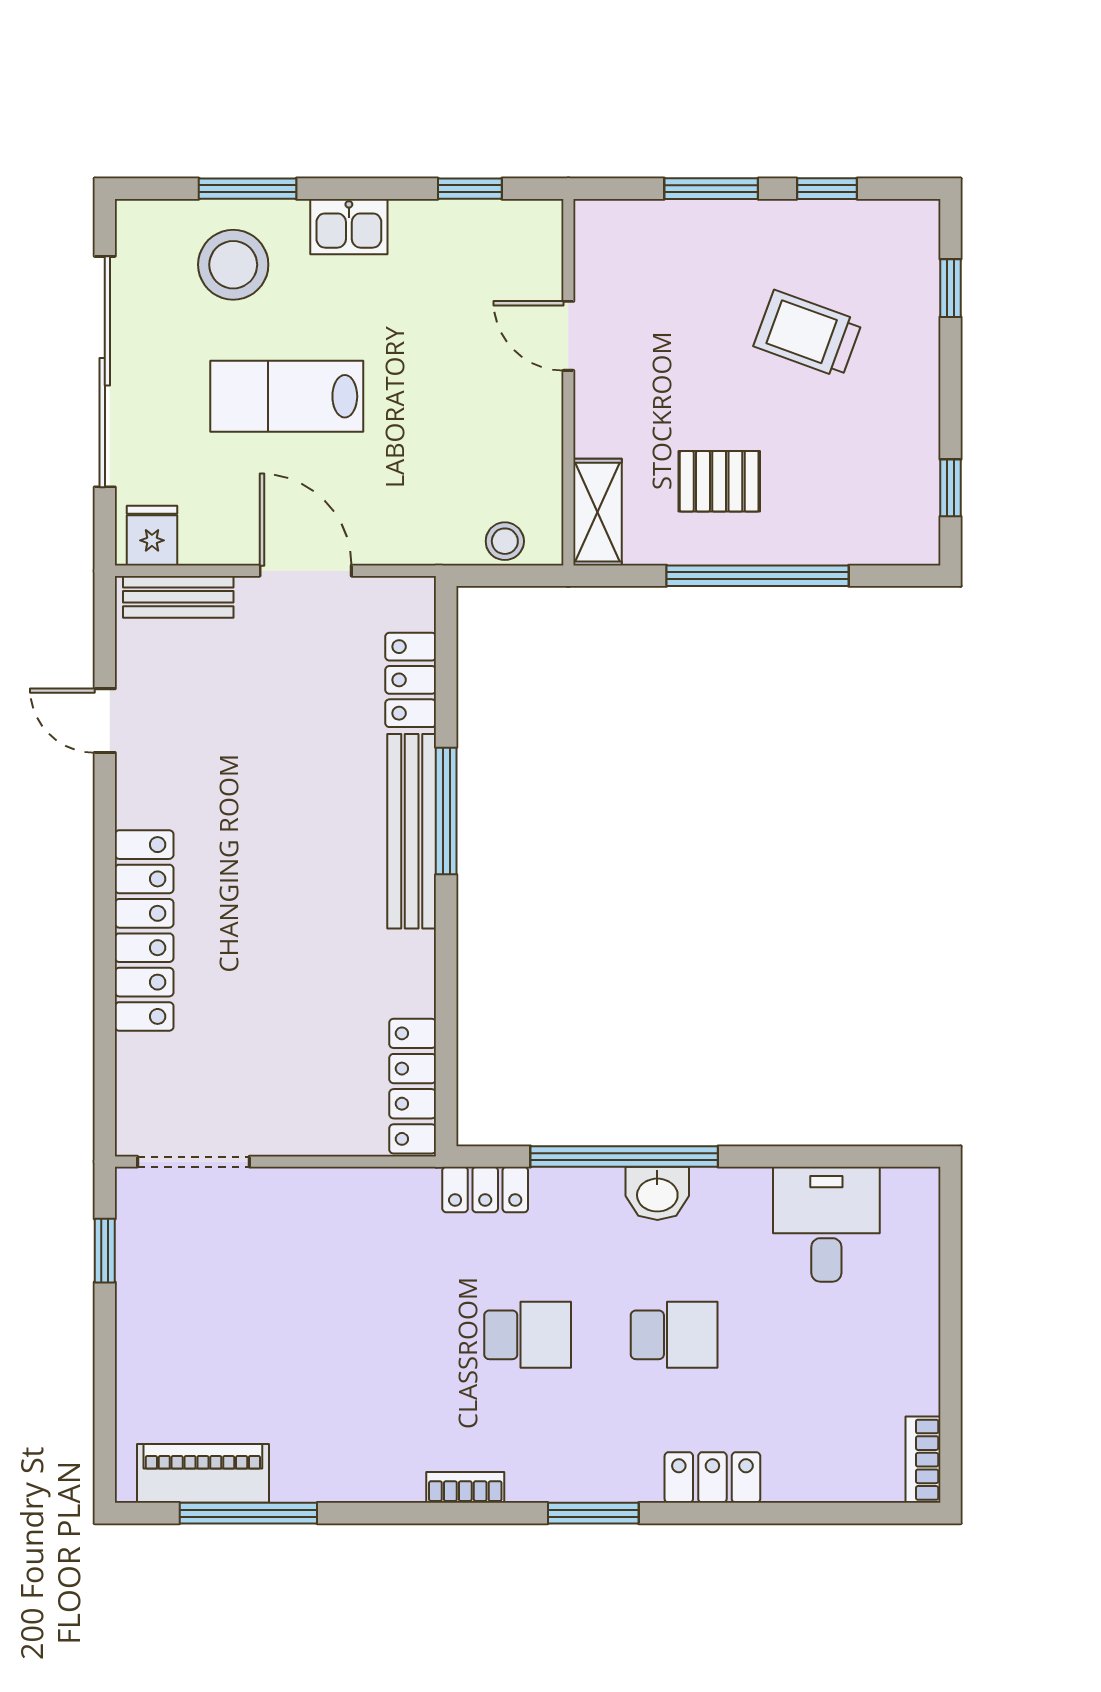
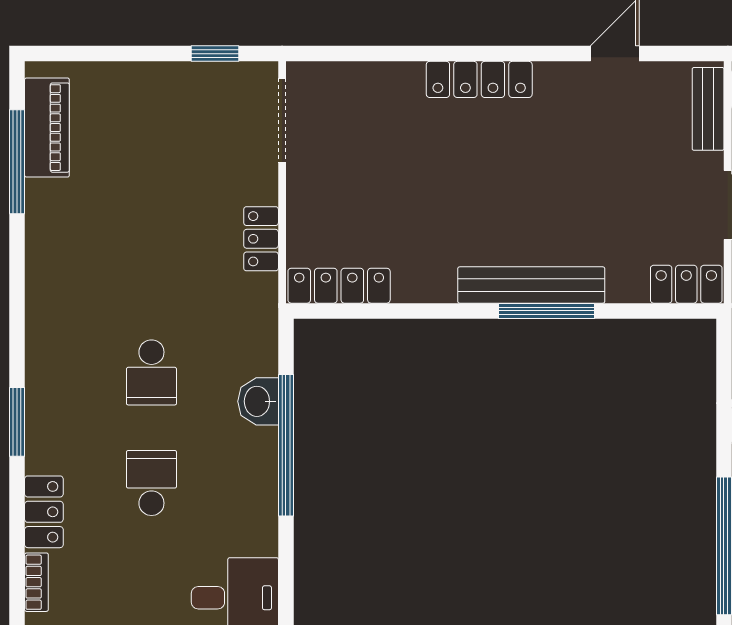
locker: (411, 680) -> (686, 284), moved
locker: (144, 931) -> (479, 79), width x0.71, depth x0.83
locker: (485, 1190) -> (261, 239), moved
washbasin: (657, 1193) -> (258, 401), moved
school desk: (674, 1335) -> (151, 483), turned 180
bookcase: (465, 1487) -> (36, 582), moved

